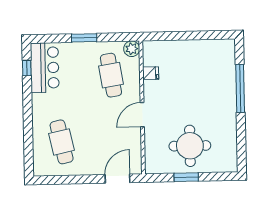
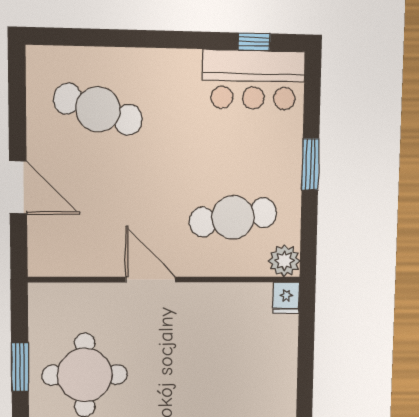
fridge: (151, 73) -> (286, 298), moved
cafe table: (62, 142) -> (98, 109), turned 30
door: (117, 179) -> (18, 187), moved

